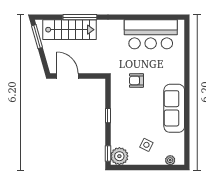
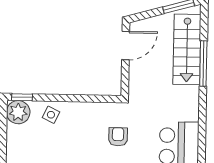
window: (108, 116) -> (72, 98), removed
side table: (146, 145) -> (51, 115), moved

